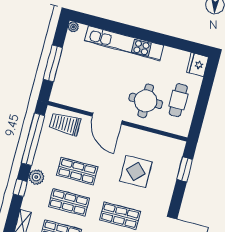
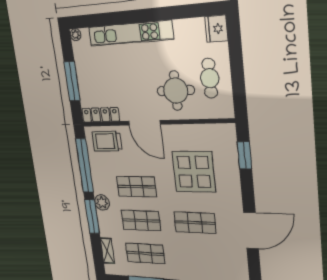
locker: (68, 100) -> (101, 115), added
display table: (136, 172) -> (194, 172), width x1.36, depth x1.36
window: (20, 188) -> (92, 217), width x2.17

